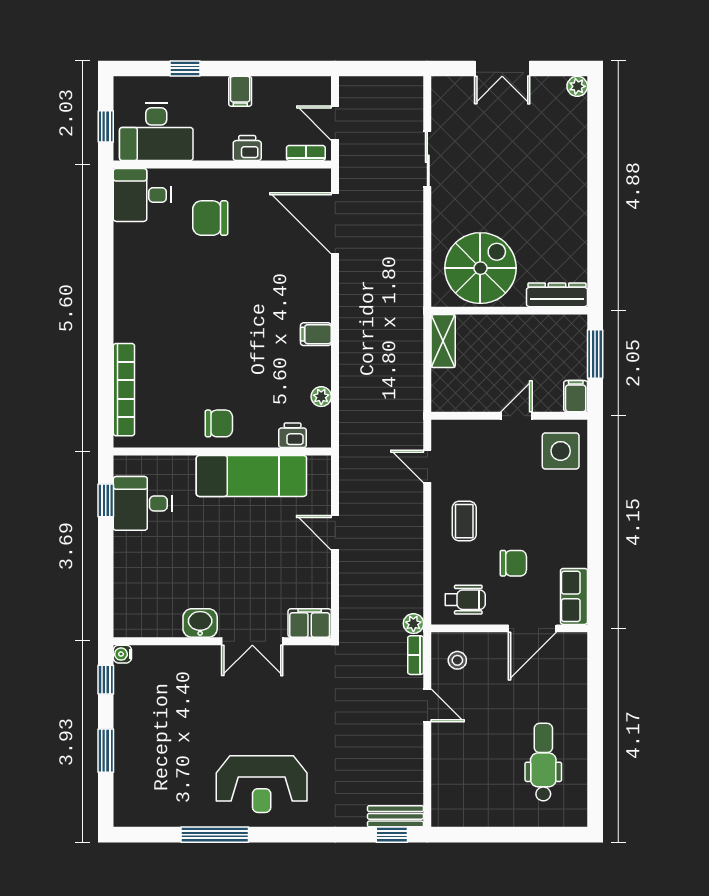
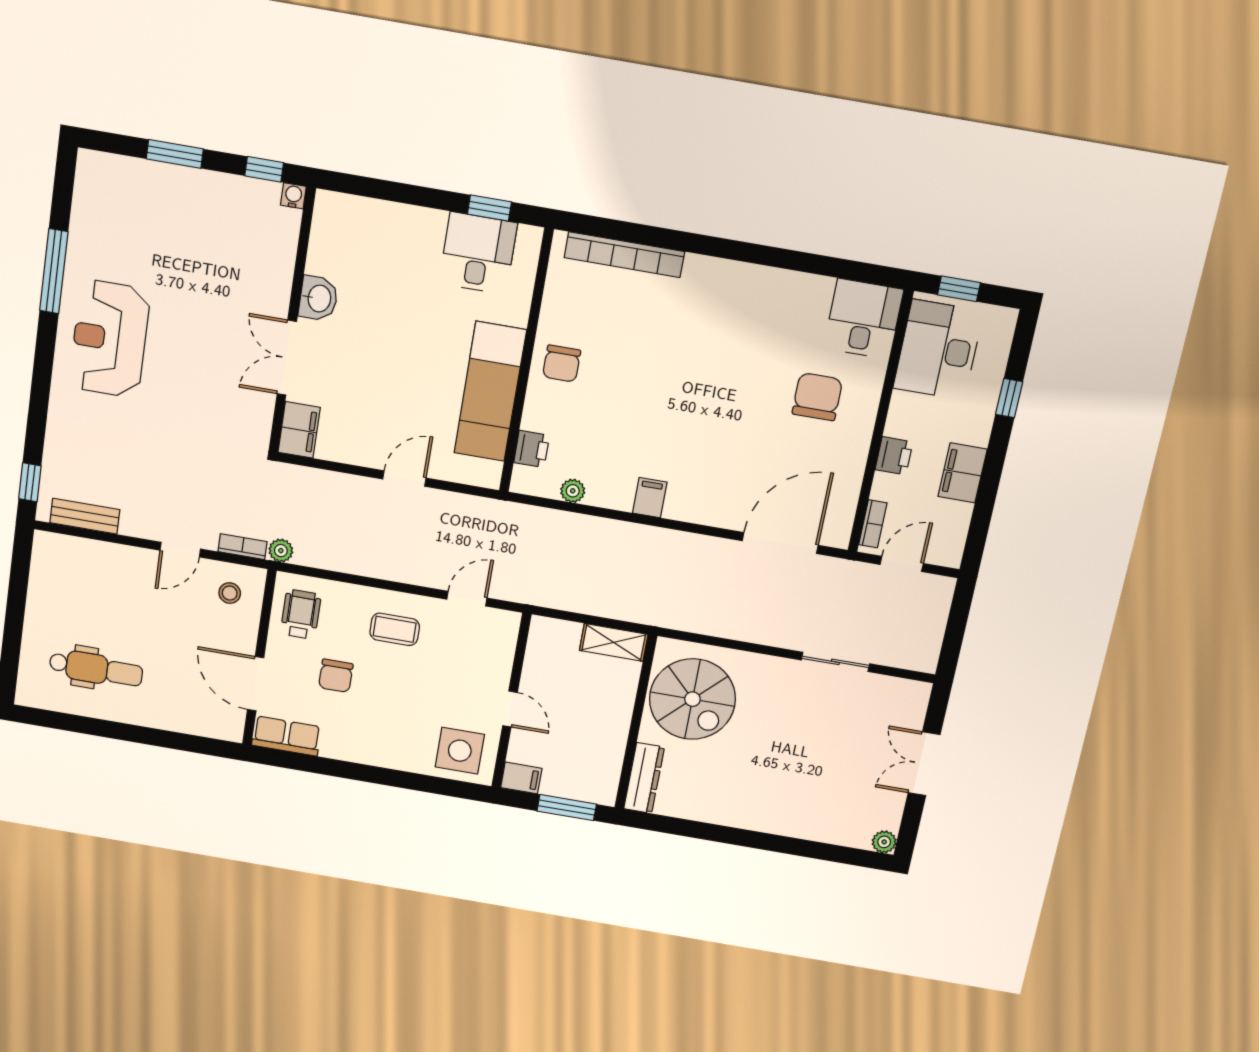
filing cabinet: (240, 91) -> (963, 473), width x2.00
wheelchair: (465, 600) -> (301, 614), turned 180
bench: (396, 816) -> (85, 516), moved, turned 90

